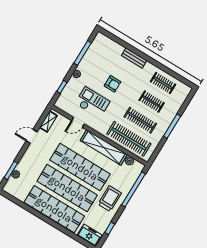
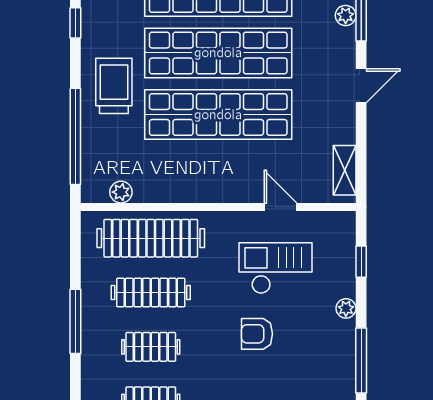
checkout: (92, 102) -> (276, 268), turned 180
door: (78, 122) -> (281, 207), hinge flipped
door: (32, 136) -> (361, 86), moved
shelving: (104, 147) -> (193, 187), removed
trolley: (110, 199) -> (114, 86), turned 180

